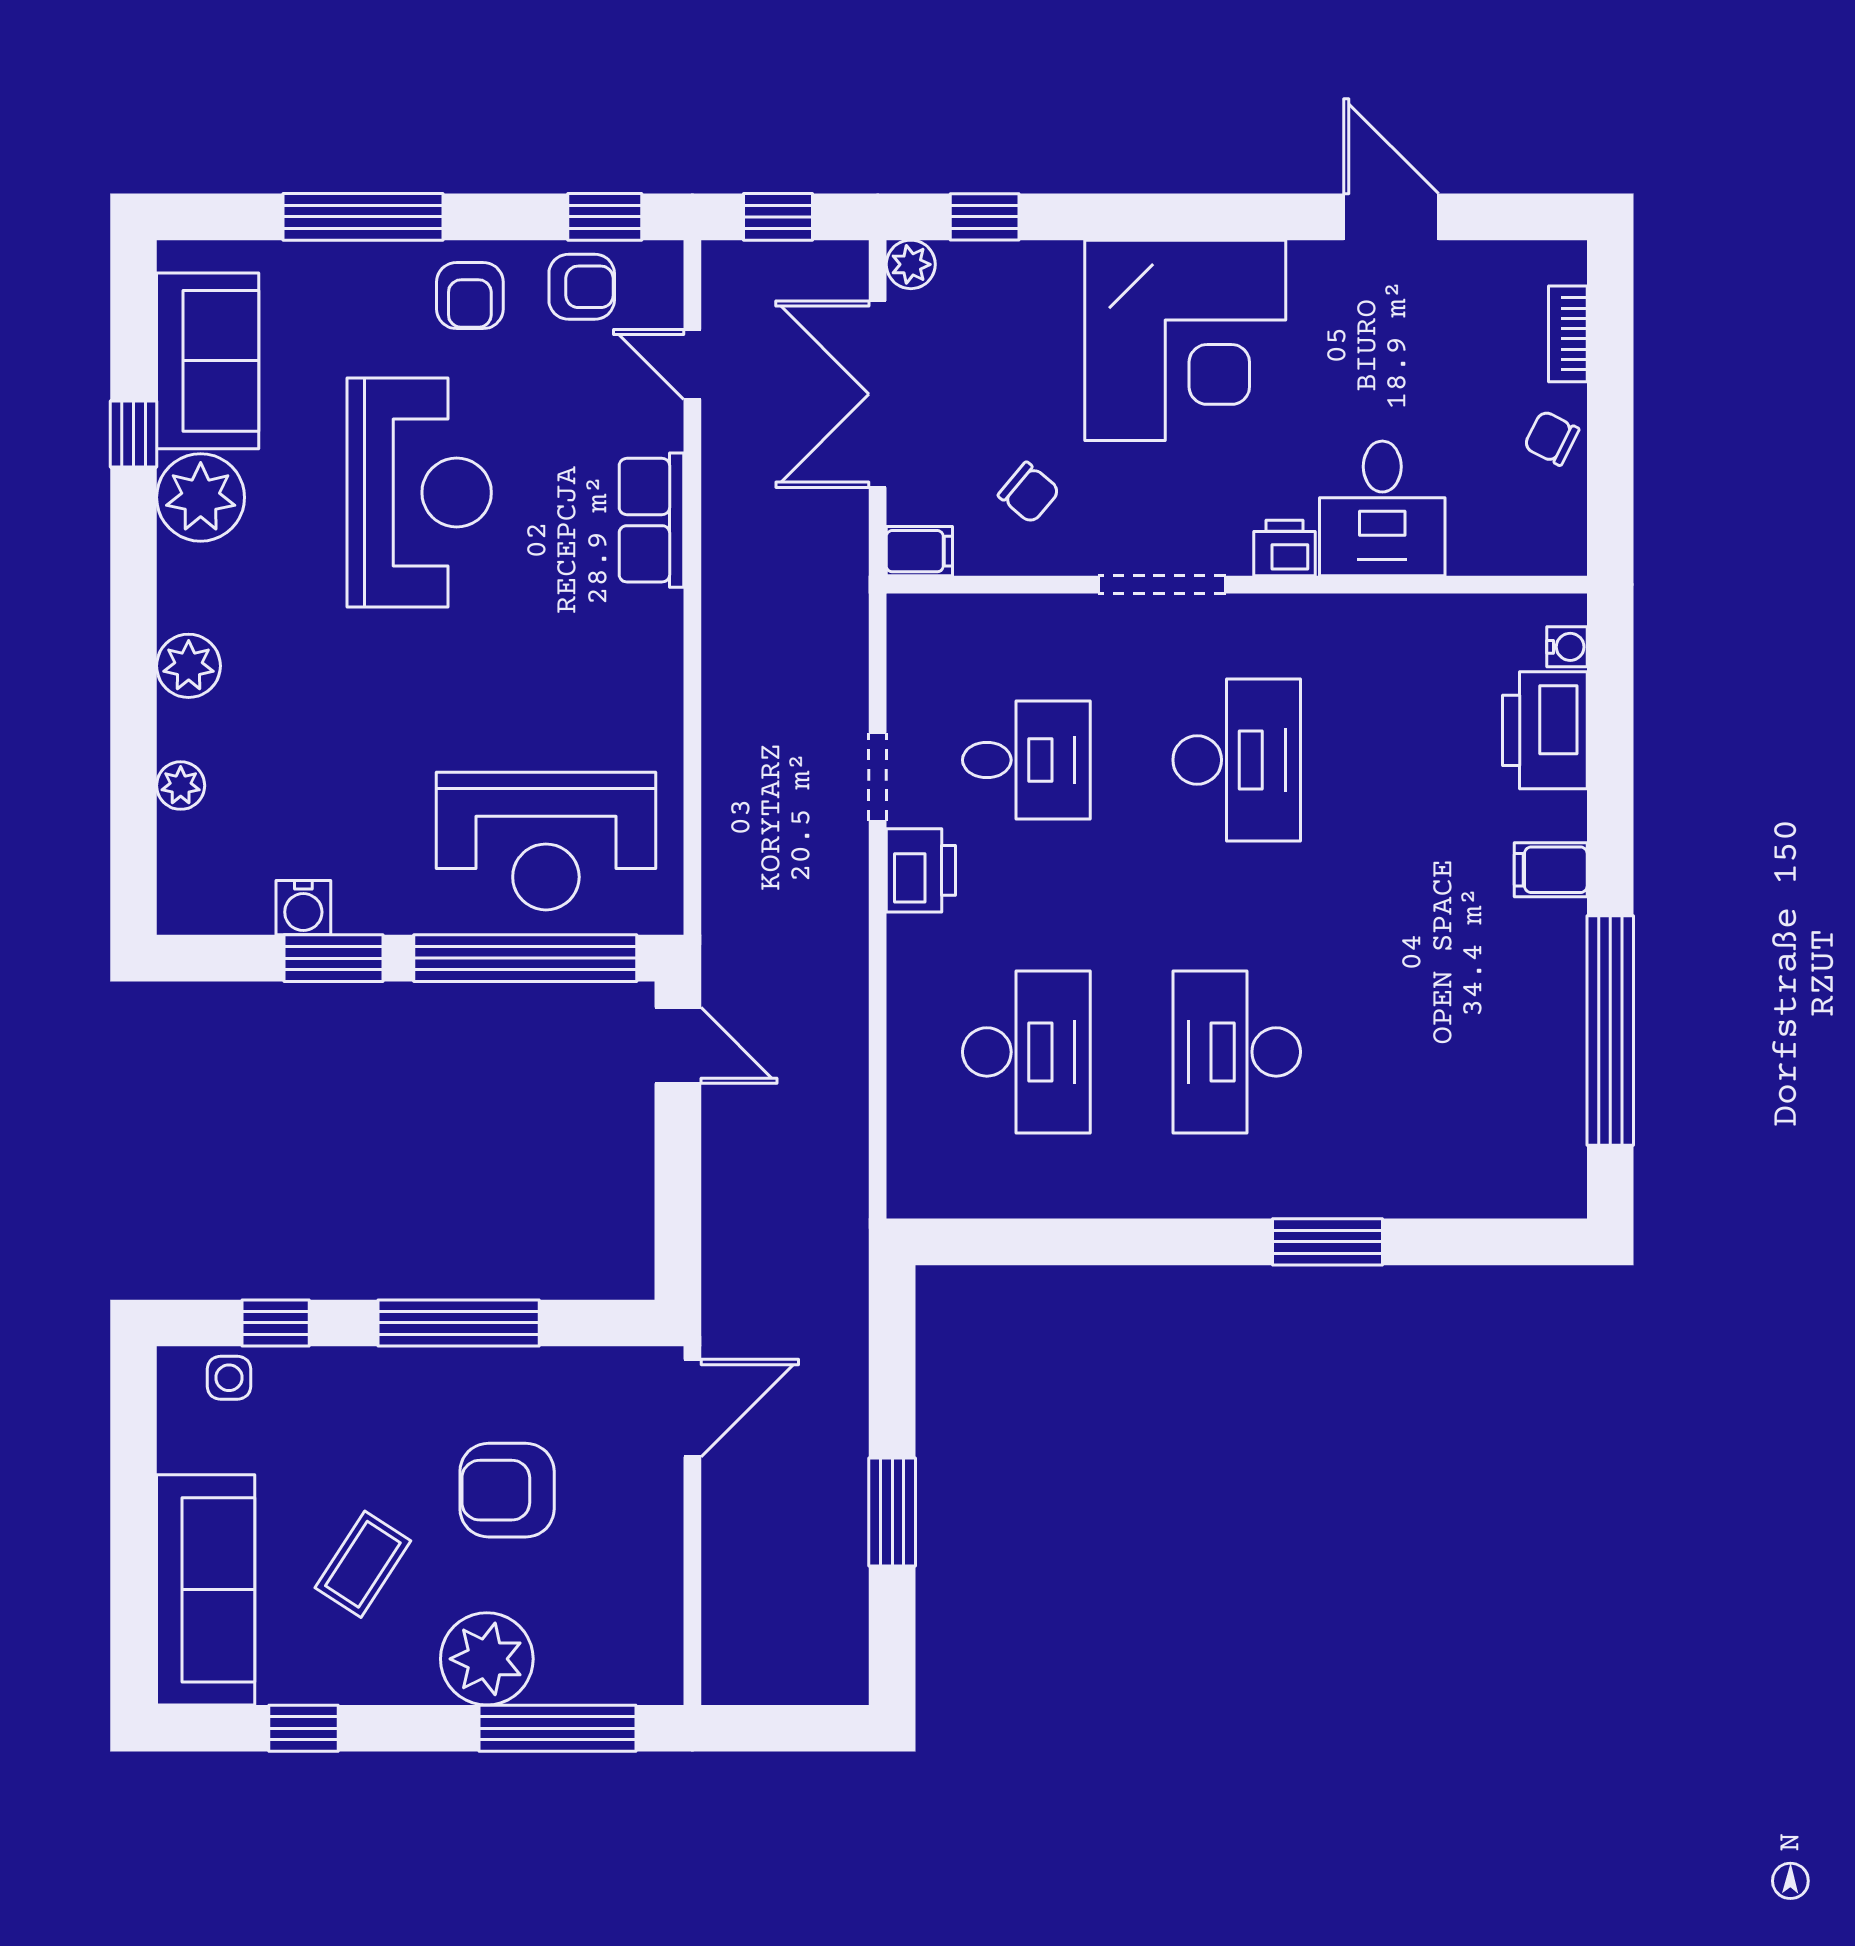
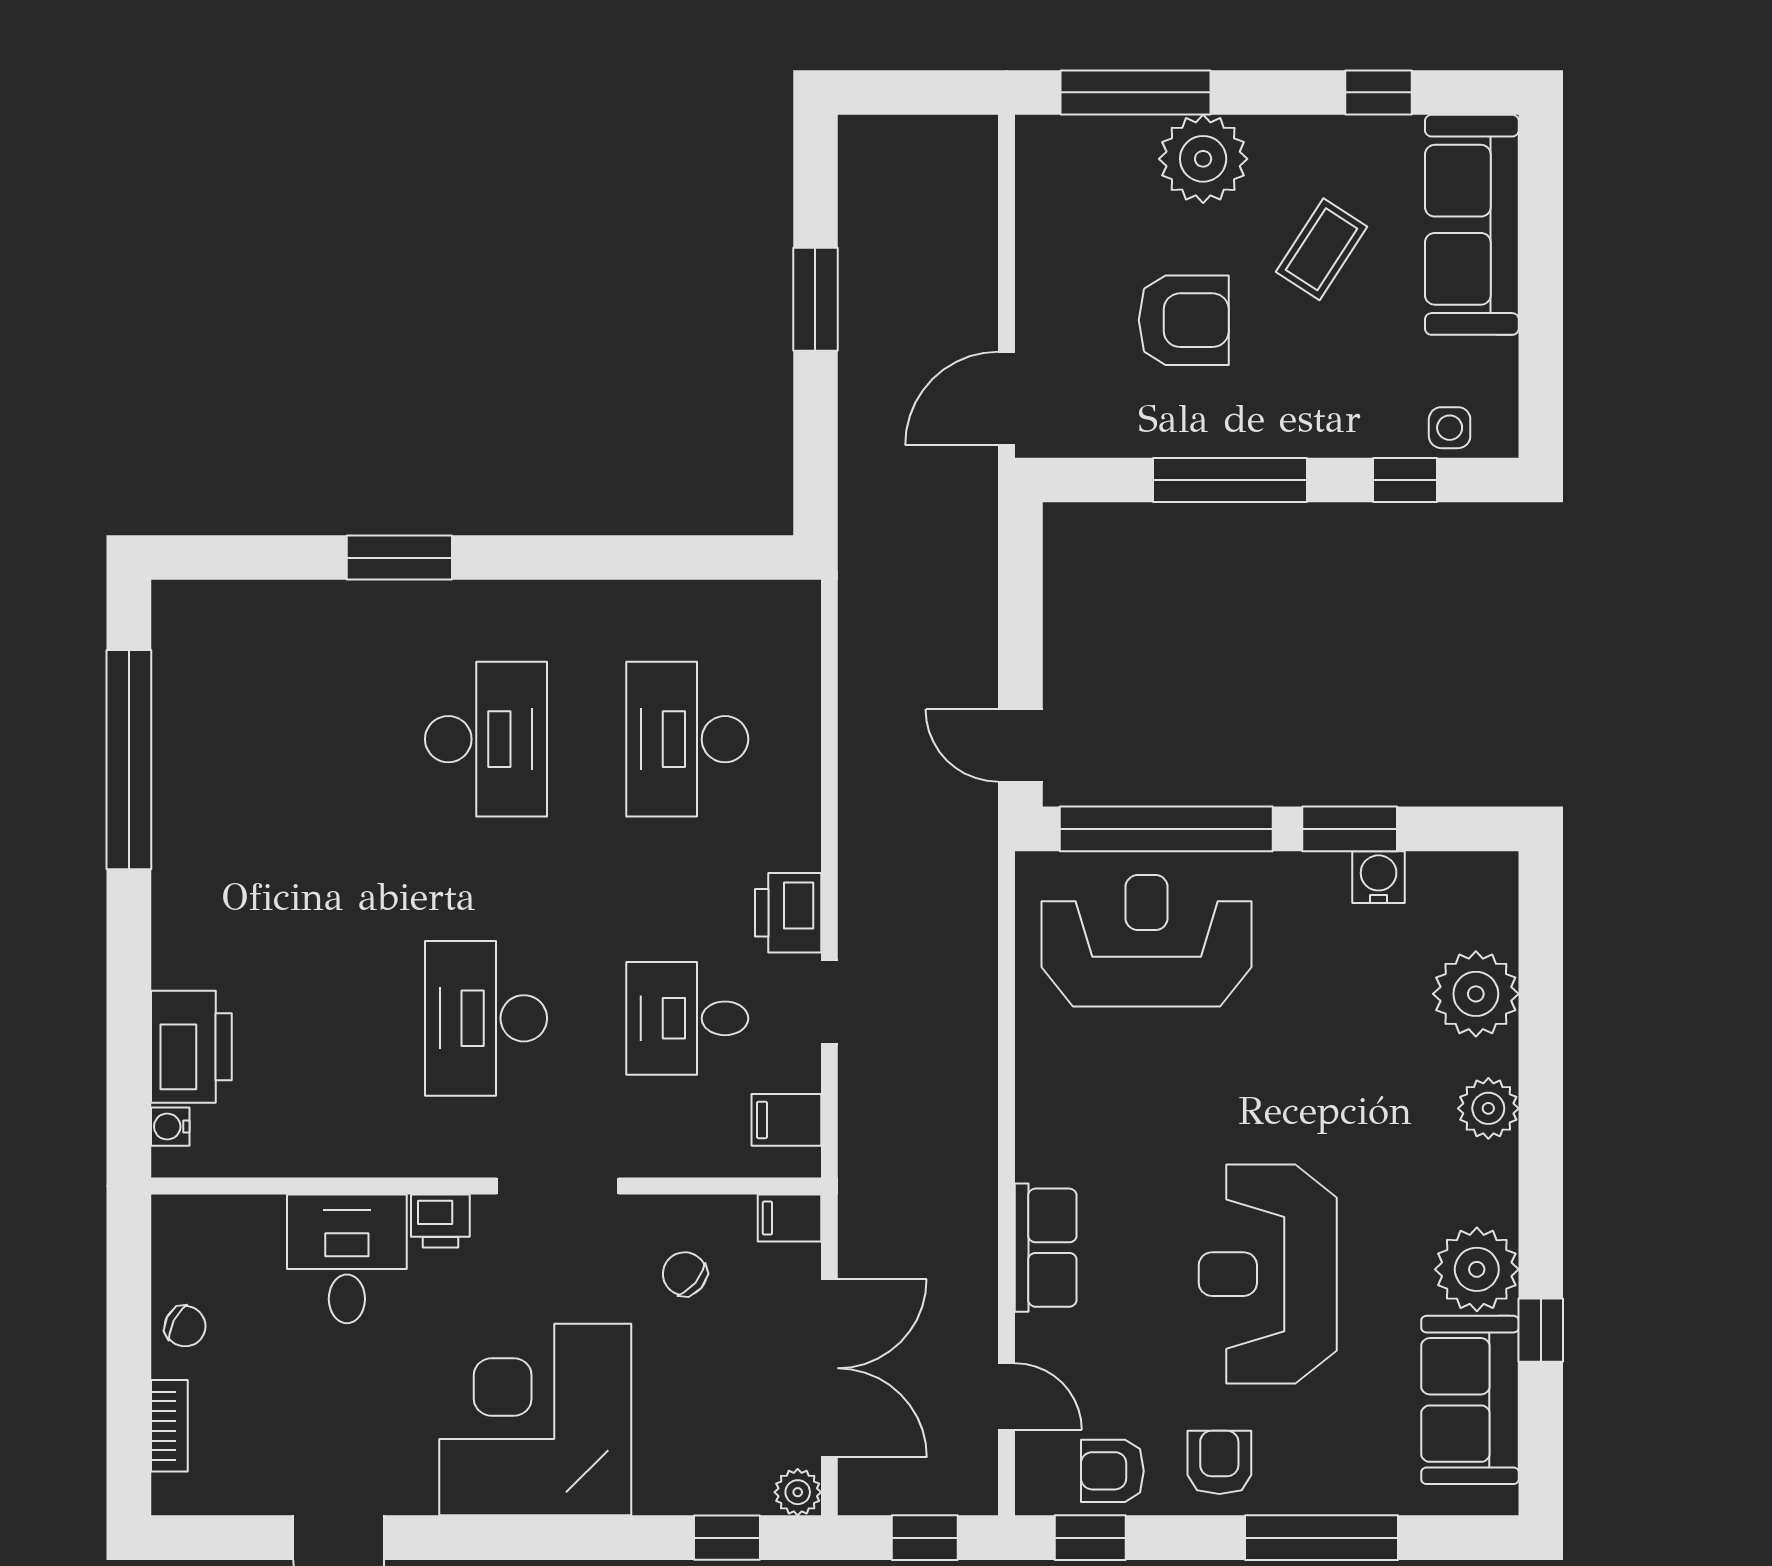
plant: (181, 786) -> (1476, 994), width x1.87, depth x1.87
filing cabinet: (1551, 870) -> (786, 1120), moved, turned 180

